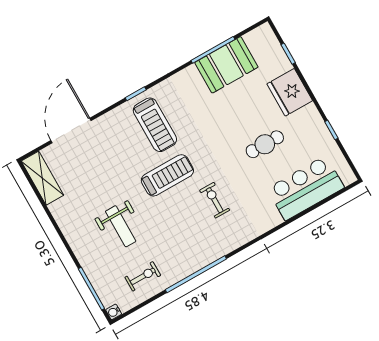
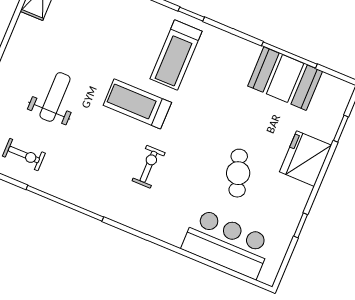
cafe table: (265, 144) -> (238, 173), turned 71
treadmill: (167, 175) -> (137, 104), turned 180
weight bench: (121, 226) -> (55, 97), turned 180

